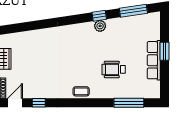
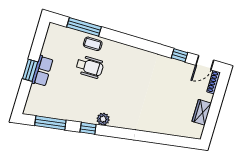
plant: (100, 26) -> (103, 119), moved
row of seats: (154, 60) -> (42, 71), width x0.68
coffee table: (81, 91) -> (93, 44), moved

